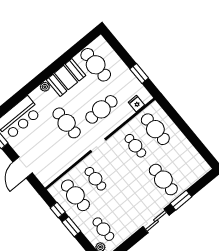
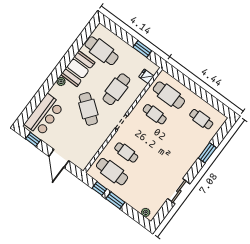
cafe table: (67, 123) -> (88, 109), turned 38
cafe table: (163, 180) -> (201, 119), moved, width x0.73, depth x0.74
sliding door: (156, 221) -> (179, 191), moved
cafe table: (103, 229) -> (144, 196), removed

